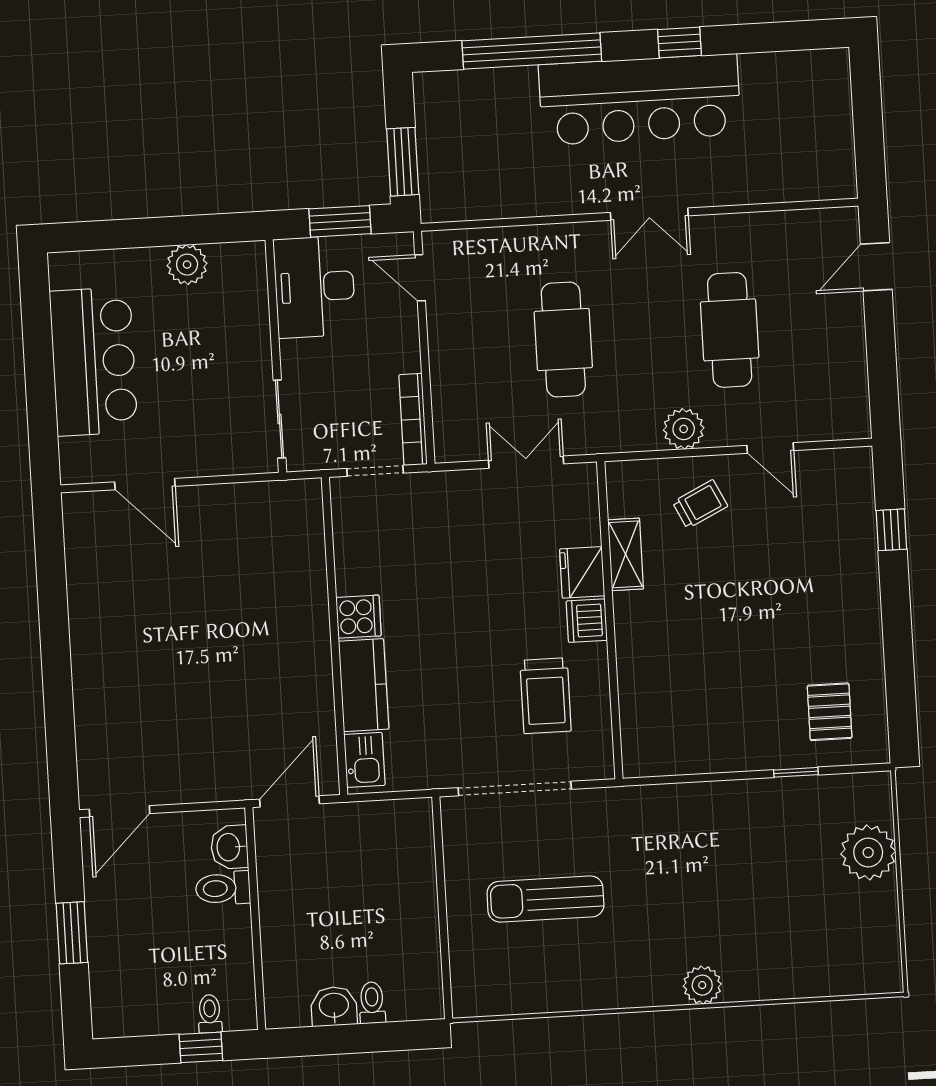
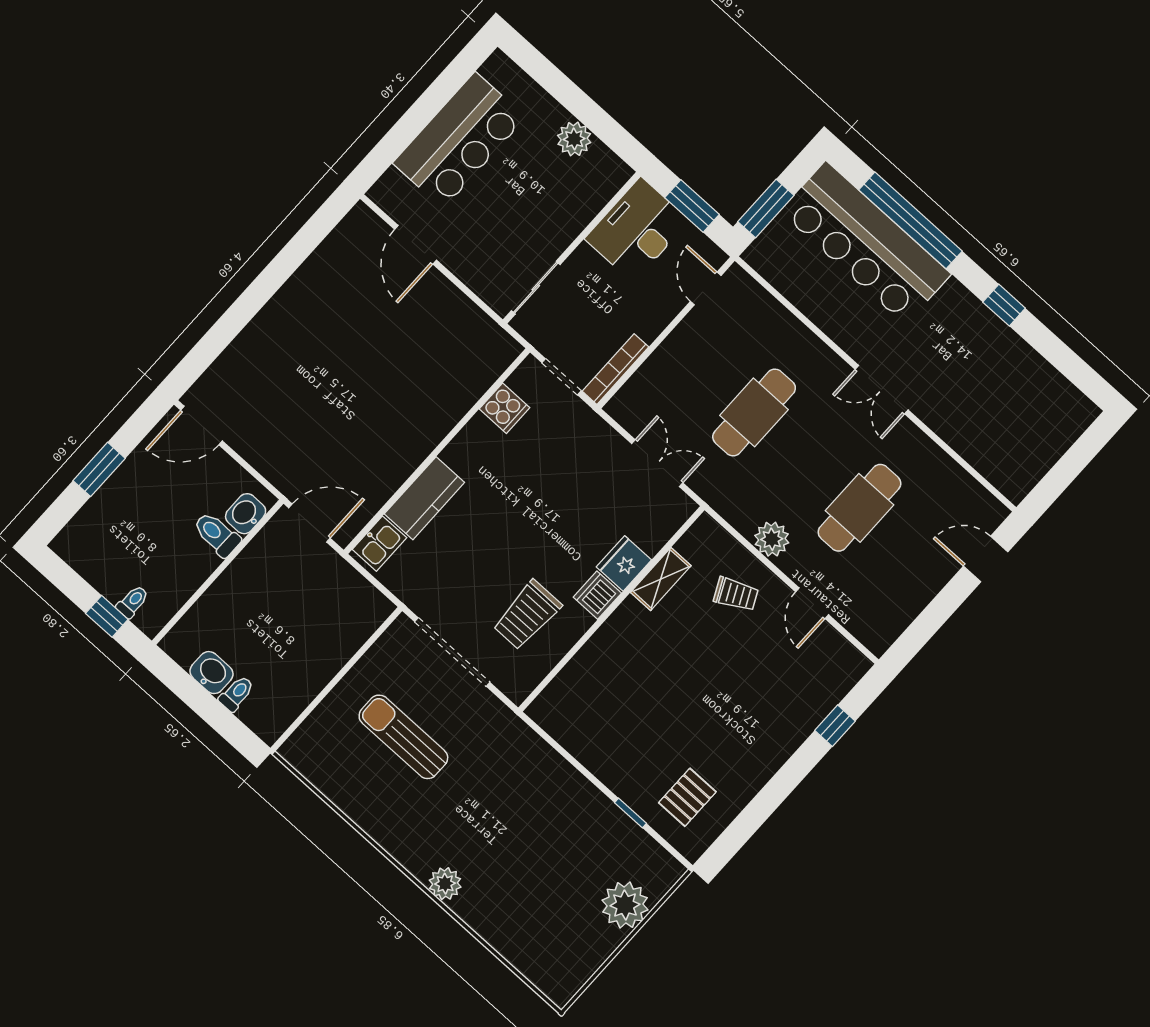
bar counter: (640, 99) -> (866, 243), moved
cooker: (359, 617) -> (504, 408), moved

